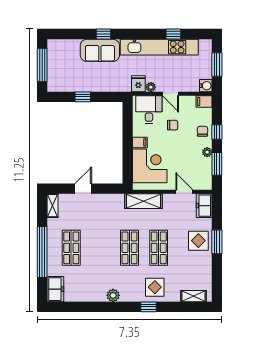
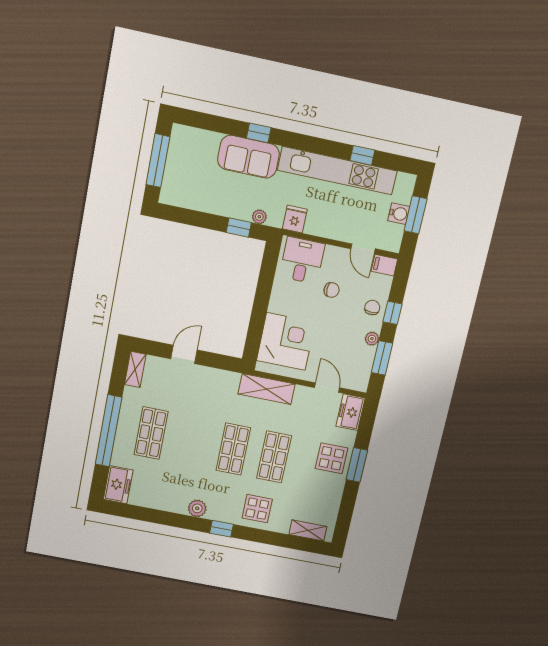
water cooler: (206, 86) -> (399, 214), moved
plant: (151, 87) -> (259, 217), moved
door: (170, 94) -> (363, 249), moved
window: (83, 97) -> (239, 228), moved
filing cabinet: (140, 142) -> (279, 305), removed
window: (148, 307) -> (221, 529), moved

